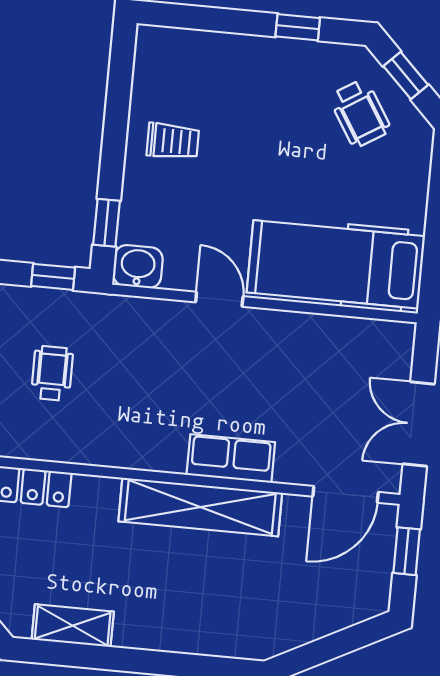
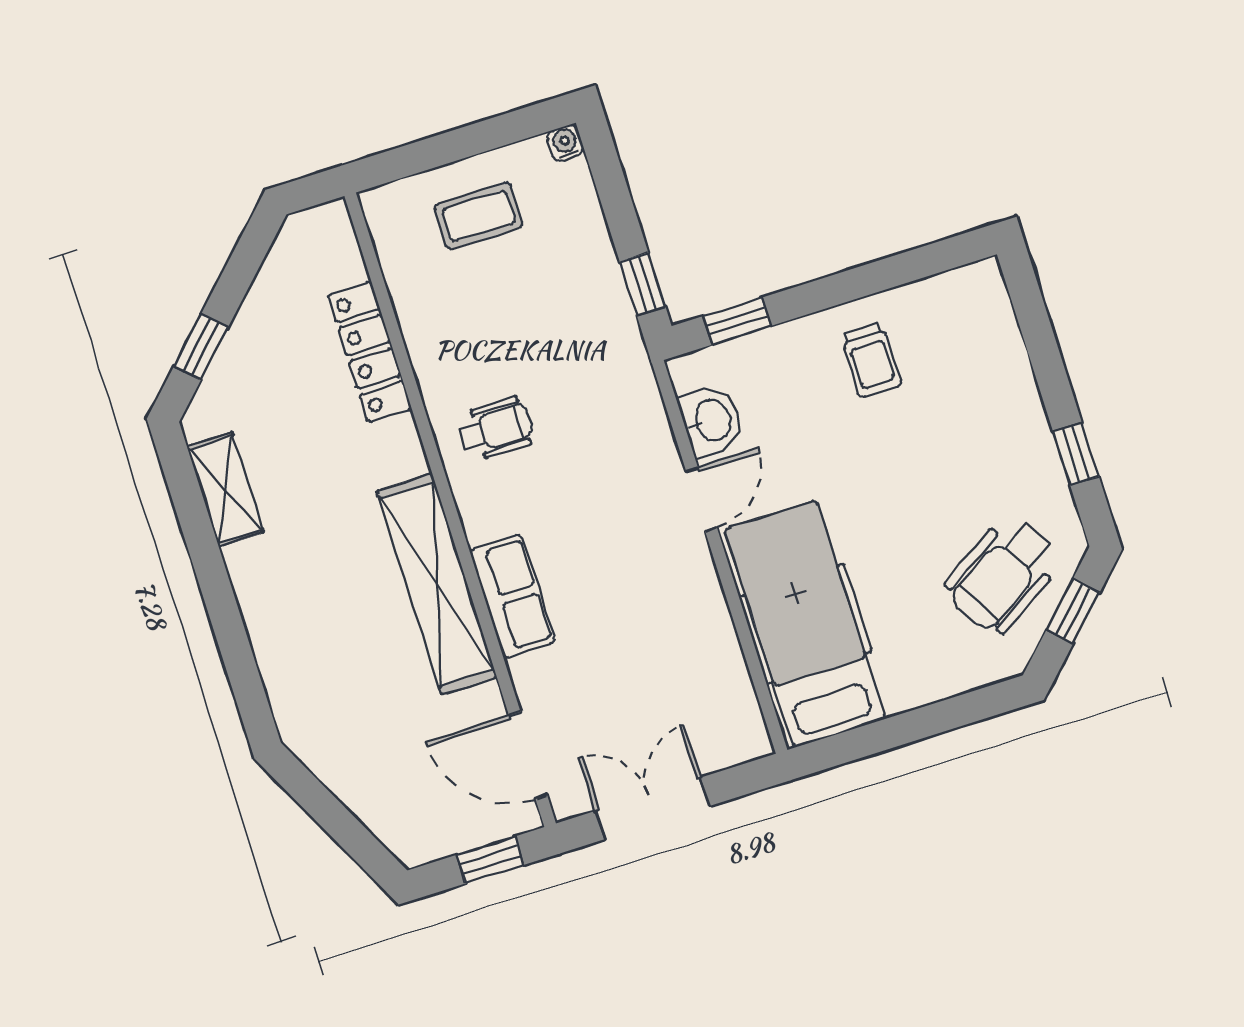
wheelchair: (360, 113) -> (1003, 575), width x1.36, depth x1.37
washbasin: (138, 267) -> (711, 421), moved
wheelchair: (52, 373) -> (496, 429), moved

